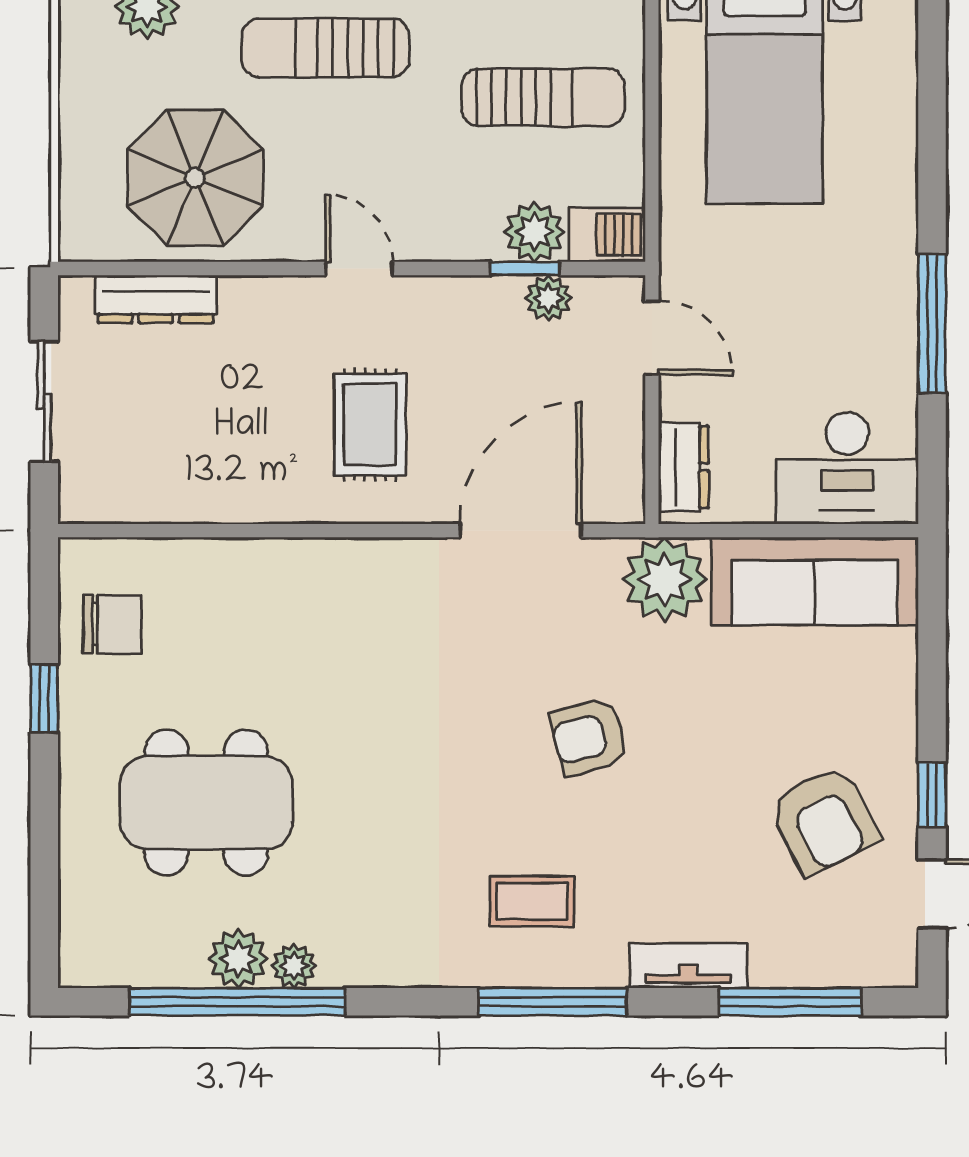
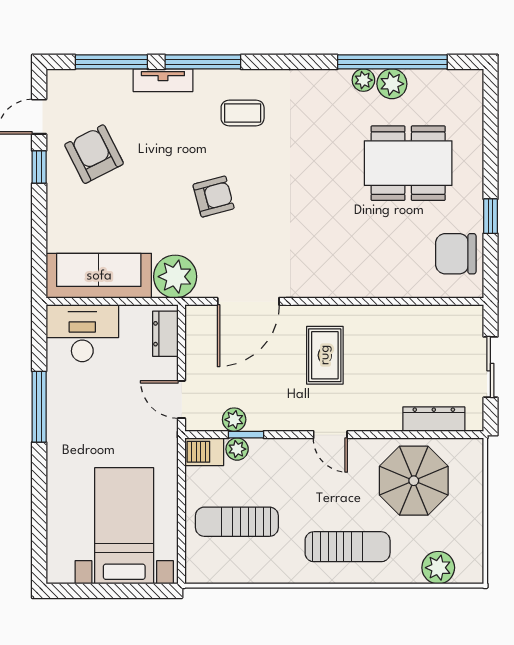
plant: (535, 232) -> (237, 449), width x0.73, depth x0.73
chair: (112, 624) -> (456, 254), width x1.37, depth x1.37
window: (553, 1002) -> (203, 62), moved

